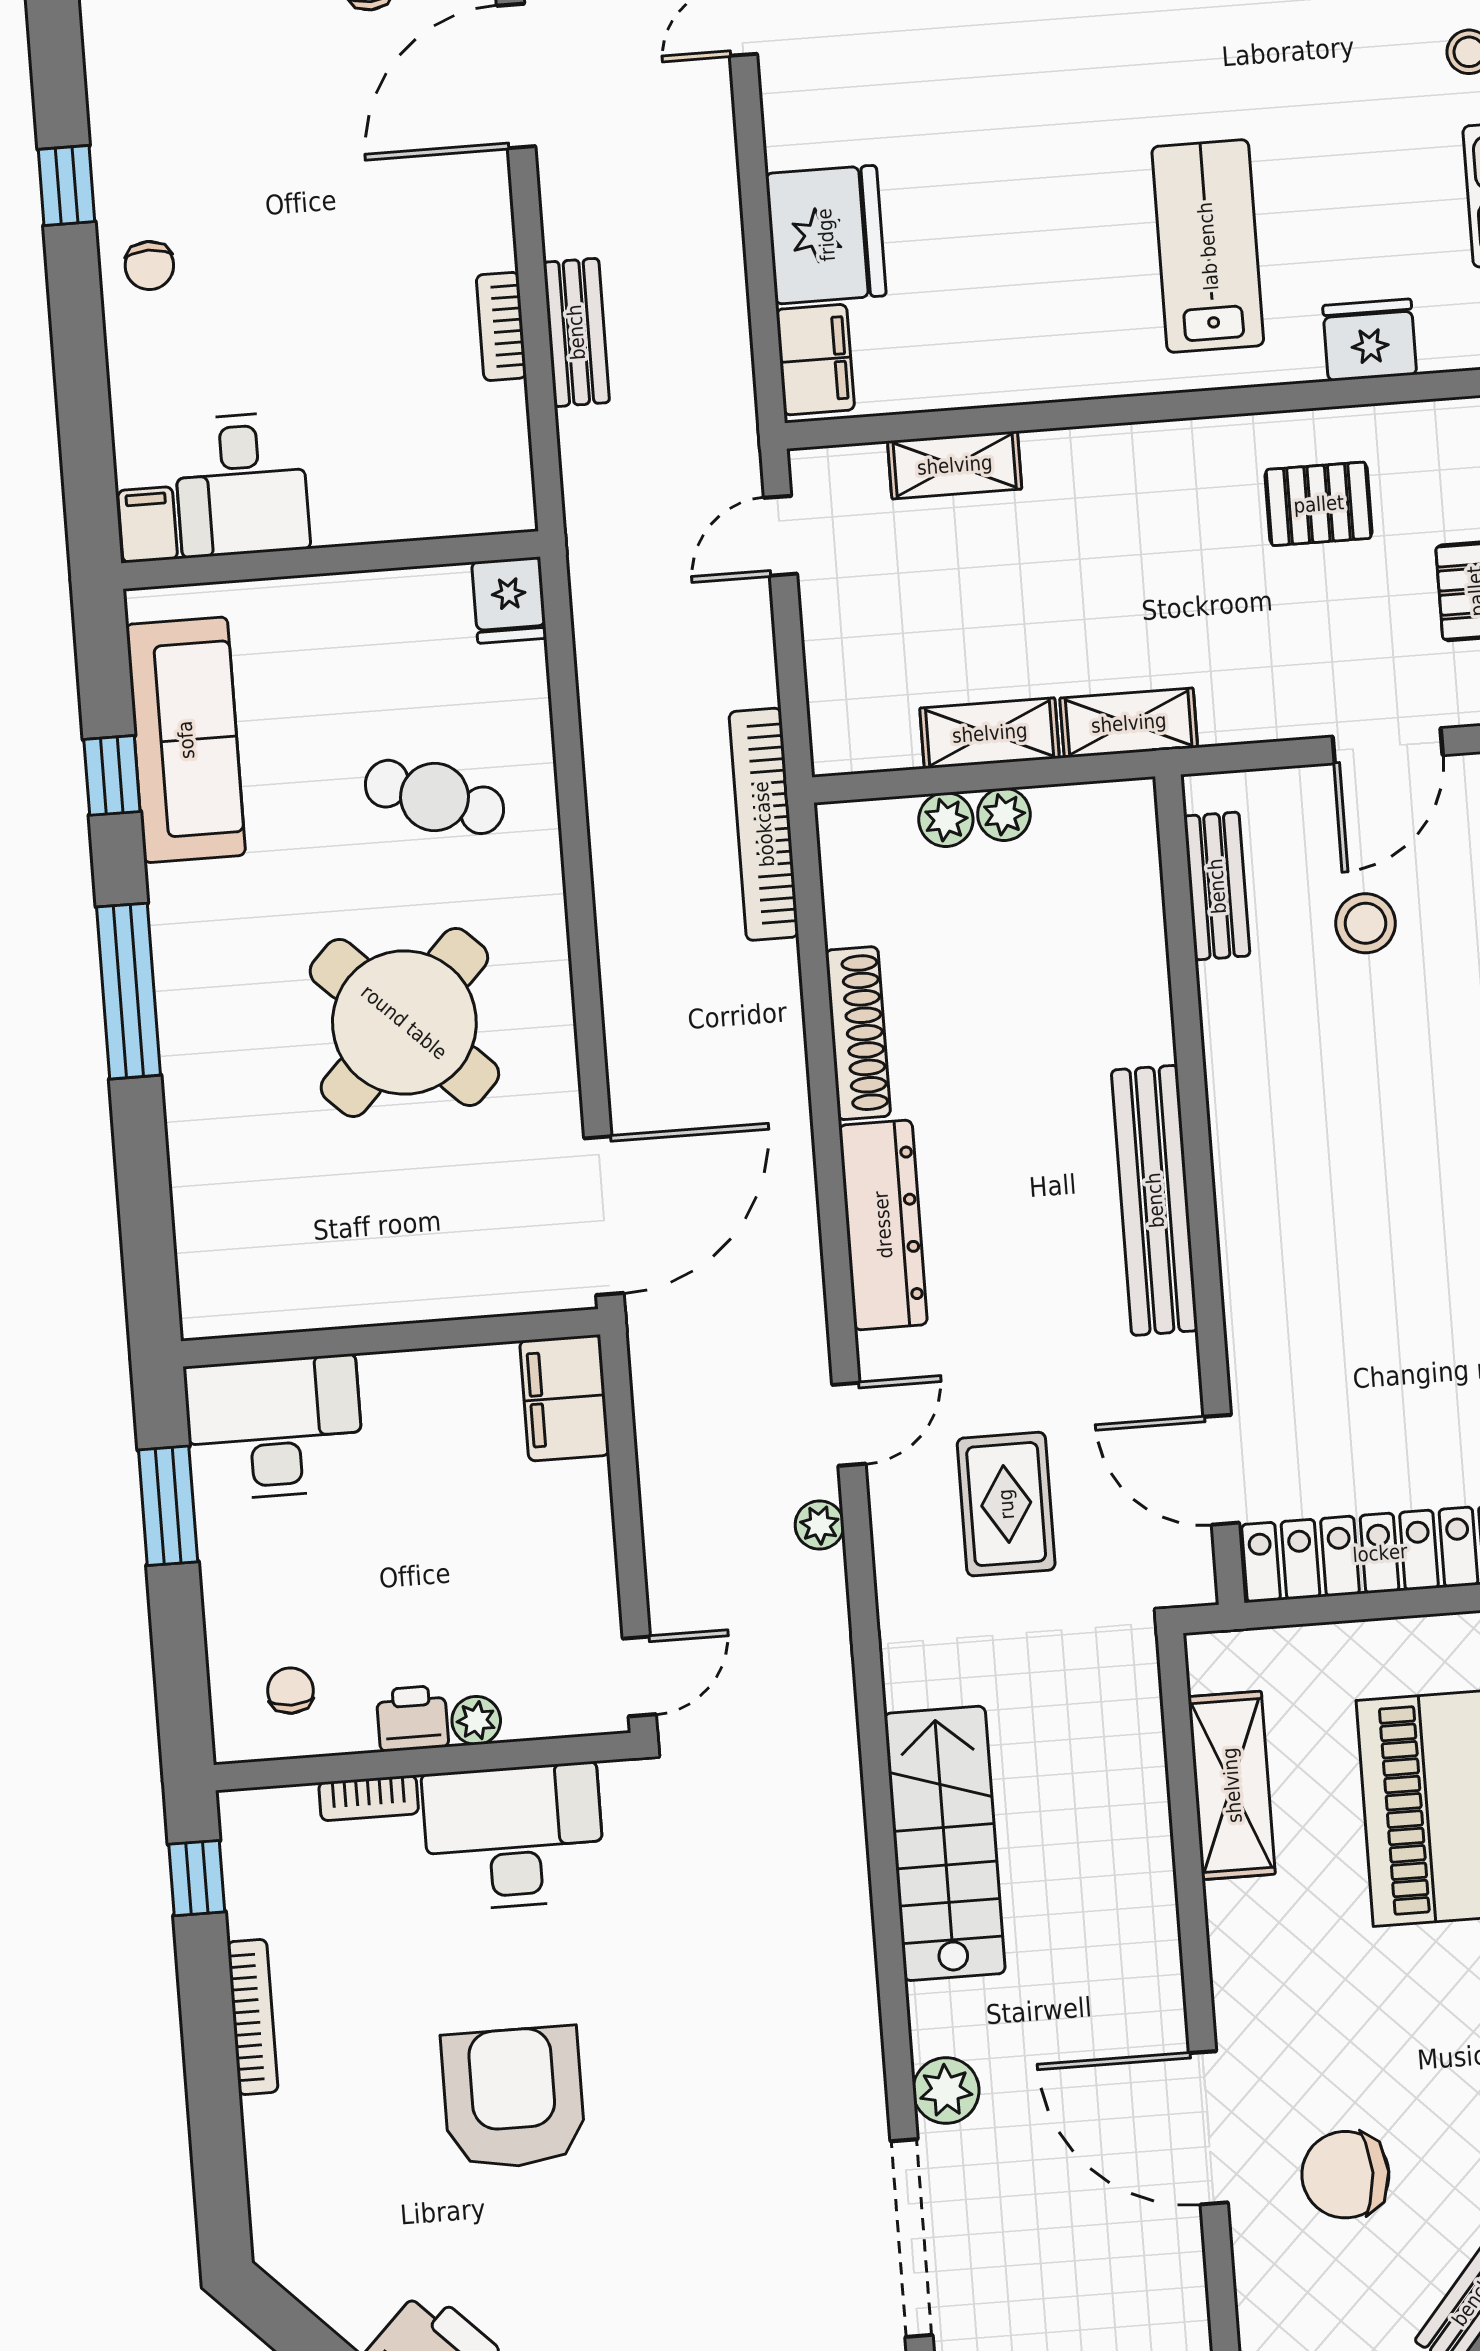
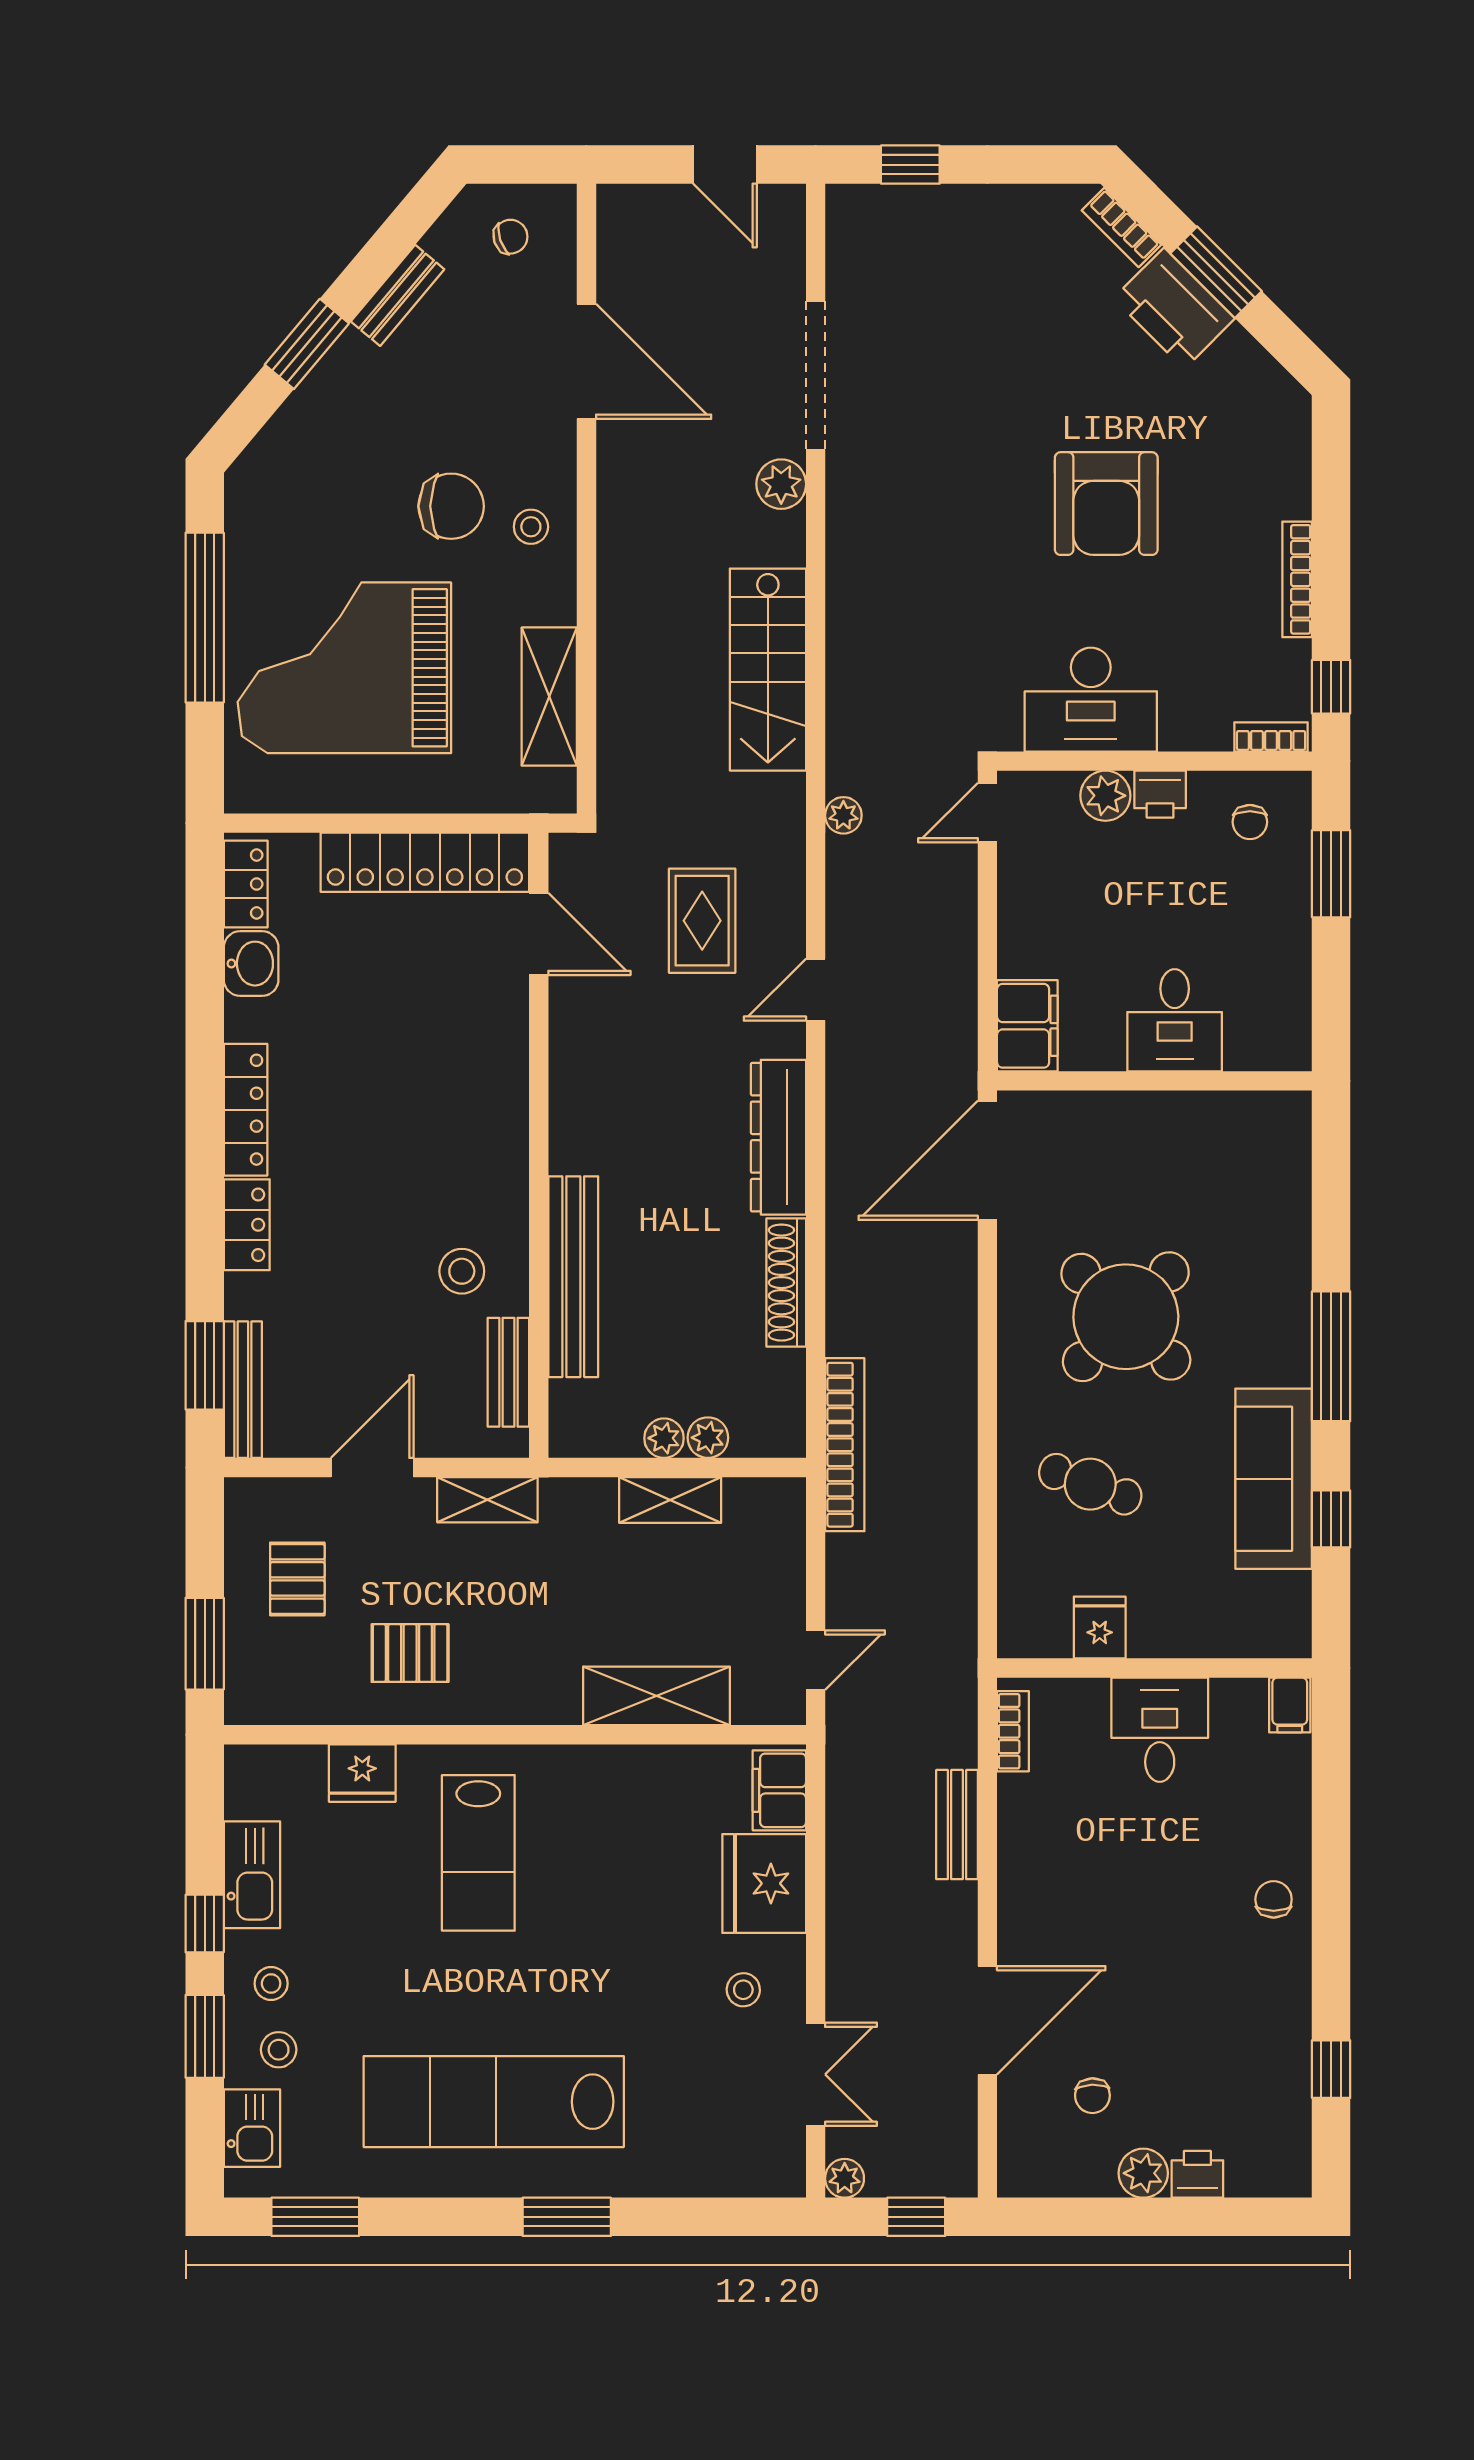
stool: (843, 92) -> (743, 1990), added
window: (67, 186) -> (1331, 2069), moved
bookcase: (501, 326) -> (1013, 1731), moved
shelving: (955, 465) -> (656, 1696), width x1.50, depth x1.33
desk: (241, 485) -> (1160, 1730), moved
fridge: (509, 600) -> (1100, 1628), moved
shelving: (1129, 723) -> (487, 1500), moved
sofa: (186, 740) -> (1274, 1479), moved
stool: (1366, 923) -> (462, 1271), moved
bench: (1155, 1200) -> (573, 1277), moved
desk: (274, 1428) -> (1175, 1020), moved, width x0.73
window: (168, 1506) -> (1331, 874), moved
plant: (820, 1525) -> (843, 815), moved
plant: (476, 1720) -> (1105, 796), width x1.38, depth x1.38
bookcase: (369, 1798) -> (1271, 737), moved
stool: (1273, 2009) -> (531, 527), added
door: (1208, 2128) -> (586, 361), moved
chair: (1345, 2175) -> (451, 506), moved

